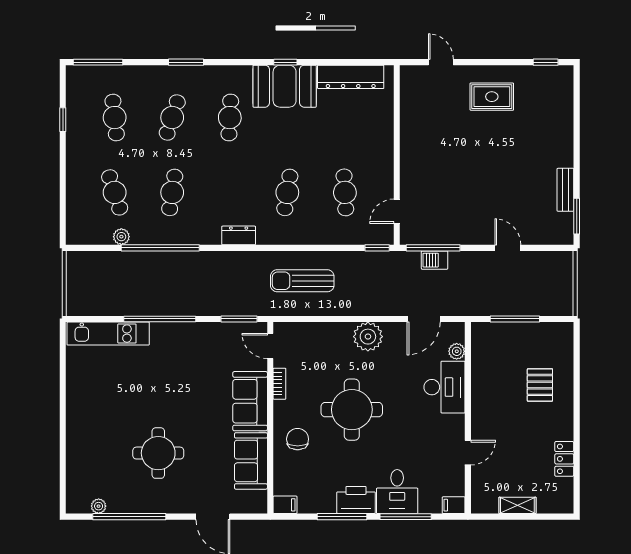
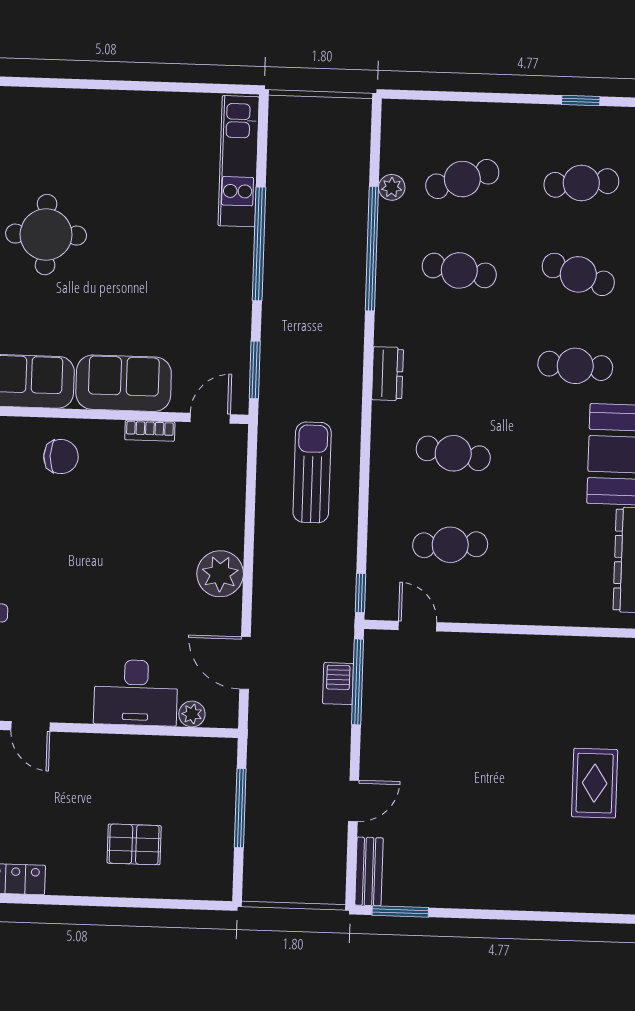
bench: (565, 190) -> (369, 871), moved, turned 90
round table: (352, 410) -> (105, 544), removed

